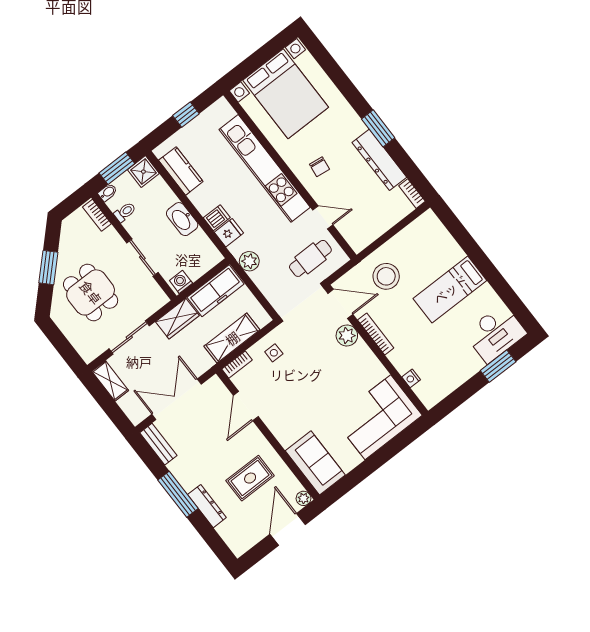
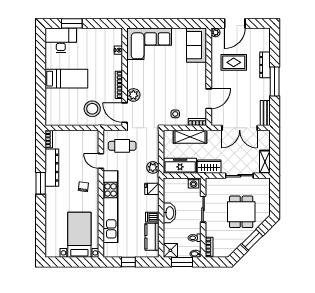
bed with nightstands: (286, 94) -> (79, 235), width x0.73
dishwasher: (217, 218) -> (152, 217), moved

